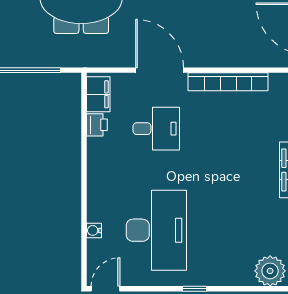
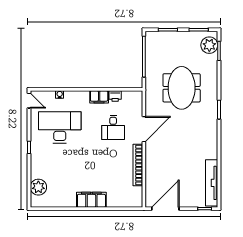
filing cabinet: (98, 94) -> (99, 97), moved
desk: (156, 230) -> (60, 127), turned 180

